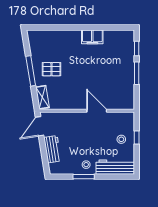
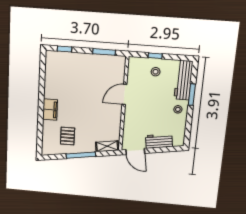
filing cabinet: (92, 37) -> (50, 110), moved
pallet: (51, 69) -> (68, 136), moved
window: (137, 73) -> (104, 52), moved
window: (84, 177) -> (192, 95), moved

